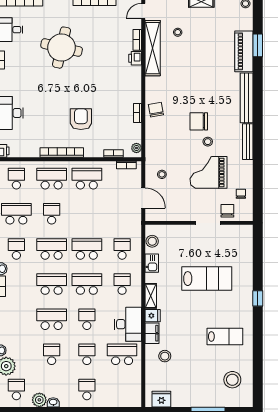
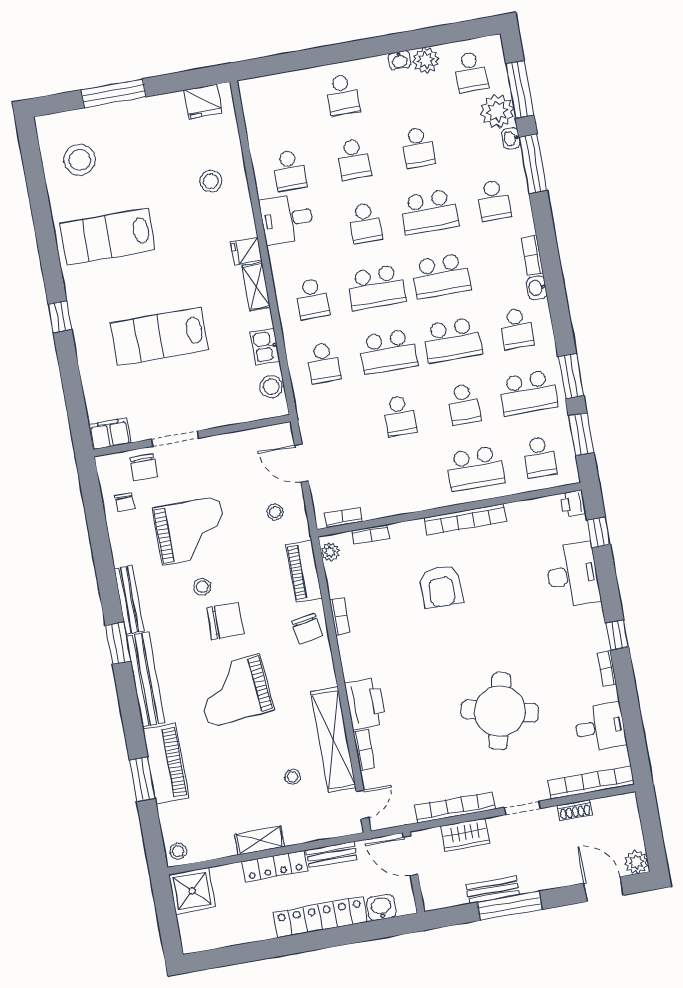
printer: (135, 58) -> (365, 703), width x1.87, depth x1.48
grand piano: (201, 83) -> (234, 691), added
window: (258, 120) -> (118, 643), added
piano: (152, 140) -> (304, 571), added
school desk: (87, 179) -> (399, 416), moved, width x0.54
school desk: (16, 319) -> (494, 200), added
desk: (128, 324) -> (287, 219), width x0.73
filing cabinet: (152, 333) -> (110, 434), moved, turned 90
lab bench: (225, 336) -> (107, 236), width x1.36, depth x1.39
school desk: (122, 354) -> (289, 170), width x0.54

